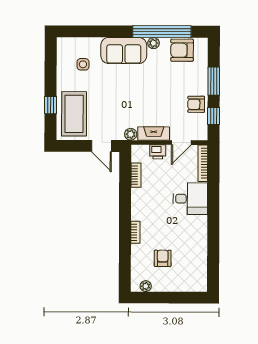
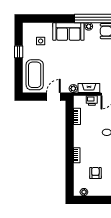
window: (51, 105) -> (19, 52), moved
door: (101, 146) -> (53, 97), swing flipped

